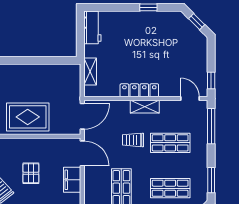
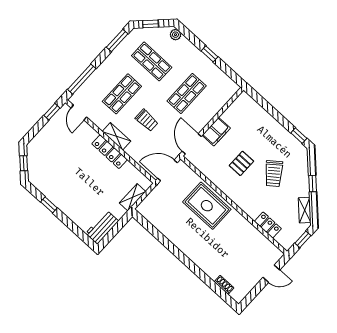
shop shelf: (170, 143) -> (122, 94), turned 90

